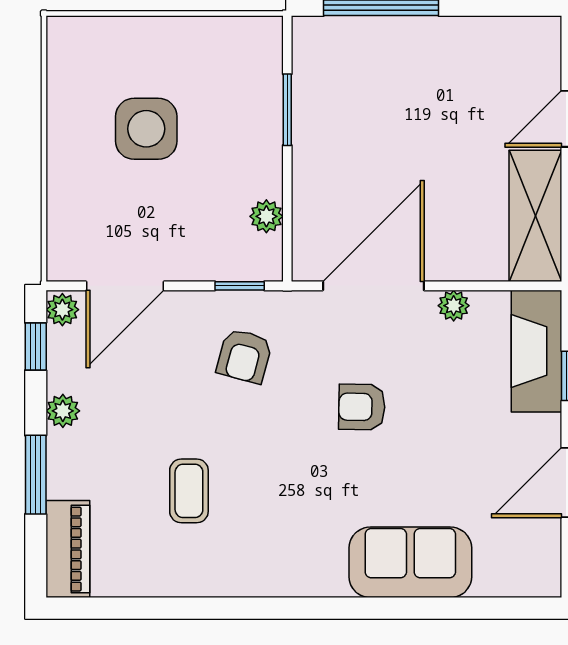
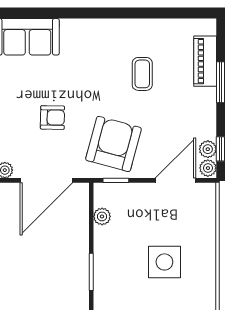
armchair: (244, 356) -> (113, 144), width x1.88, depth x1.88
plant: (63, 411) -> (208, 149), moved
piano: (68, 549) -> (205, 61), moved

